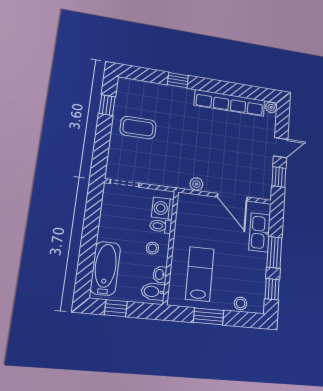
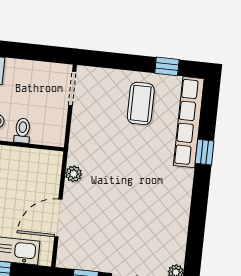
row of seats: (230, 103) -> (189, 122), moved
washing machine: (163, 208) -> (44, 133), removed

